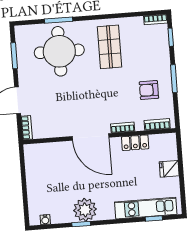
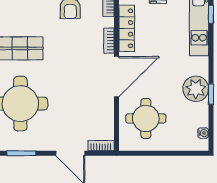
locker: (135, 143) -> (127, 28), width x1.53
round table: (54, 167) -> (146, 118), added

